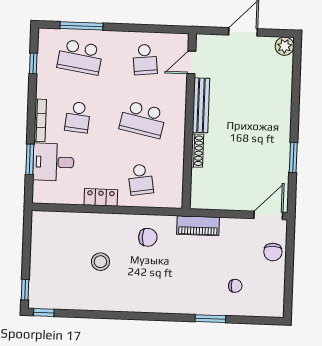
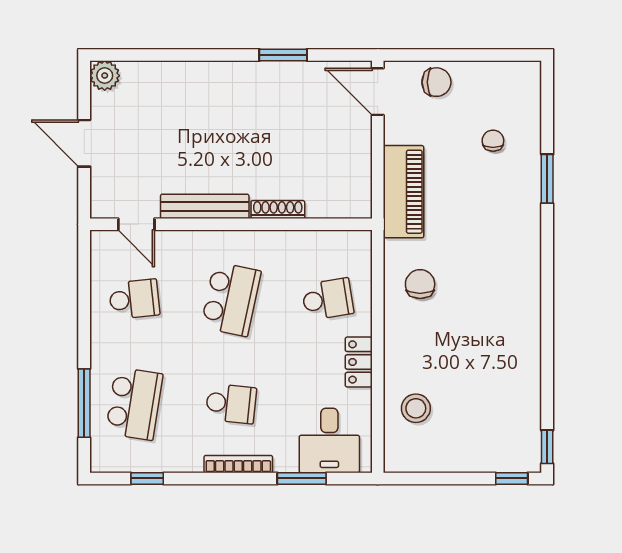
desk: (53, 162) -> (329, 440), moved
piano: (198, 226) -> (403, 192), width x1.37, depth x1.33
stool: (100, 262) -> (416, 408), moved

